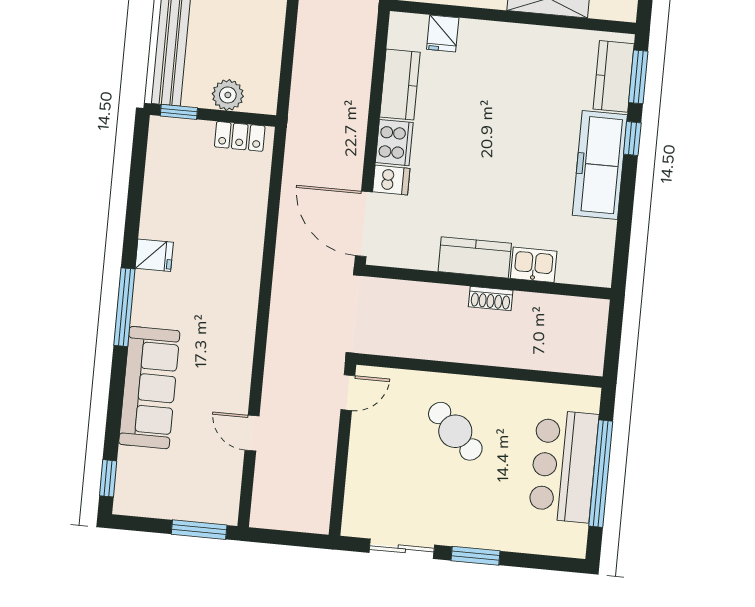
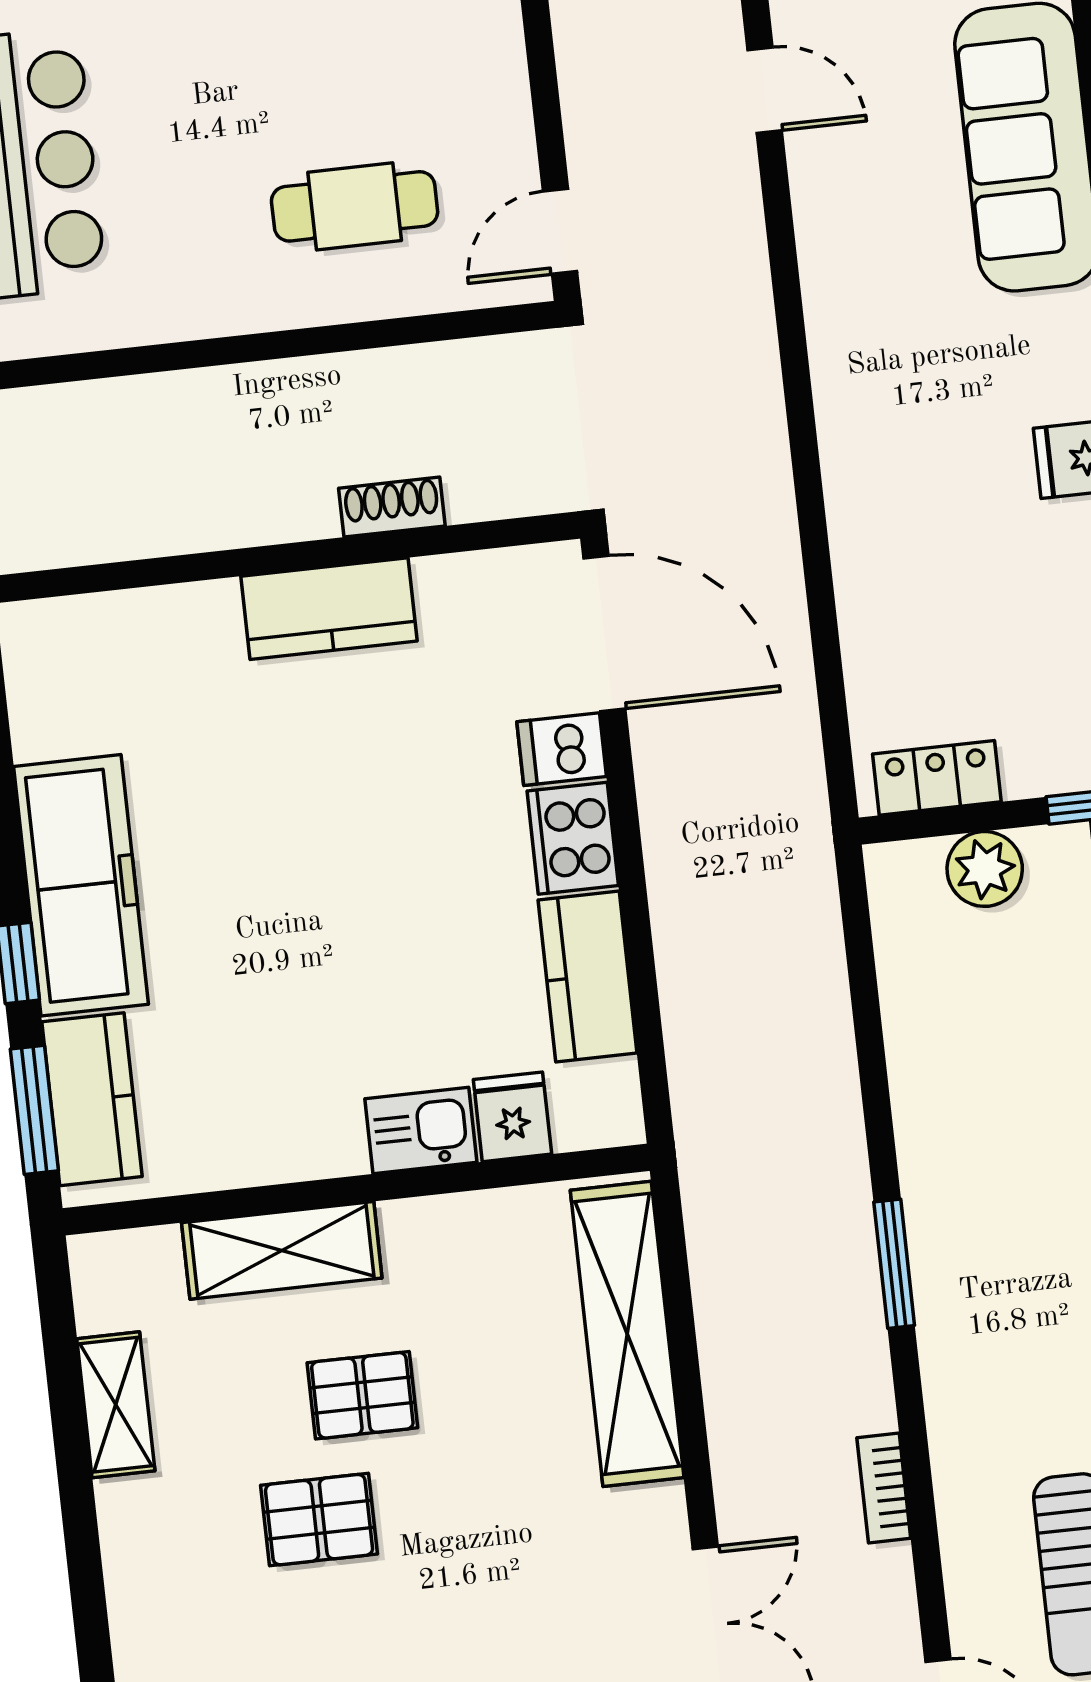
kitchen sink: (534, 265) -> (421, 1131), moved, turned 180
shoe rack: (491, 299) -> (392, 507), moved
cafe table: (455, 431) -> (355, 206), moved, turned -44

